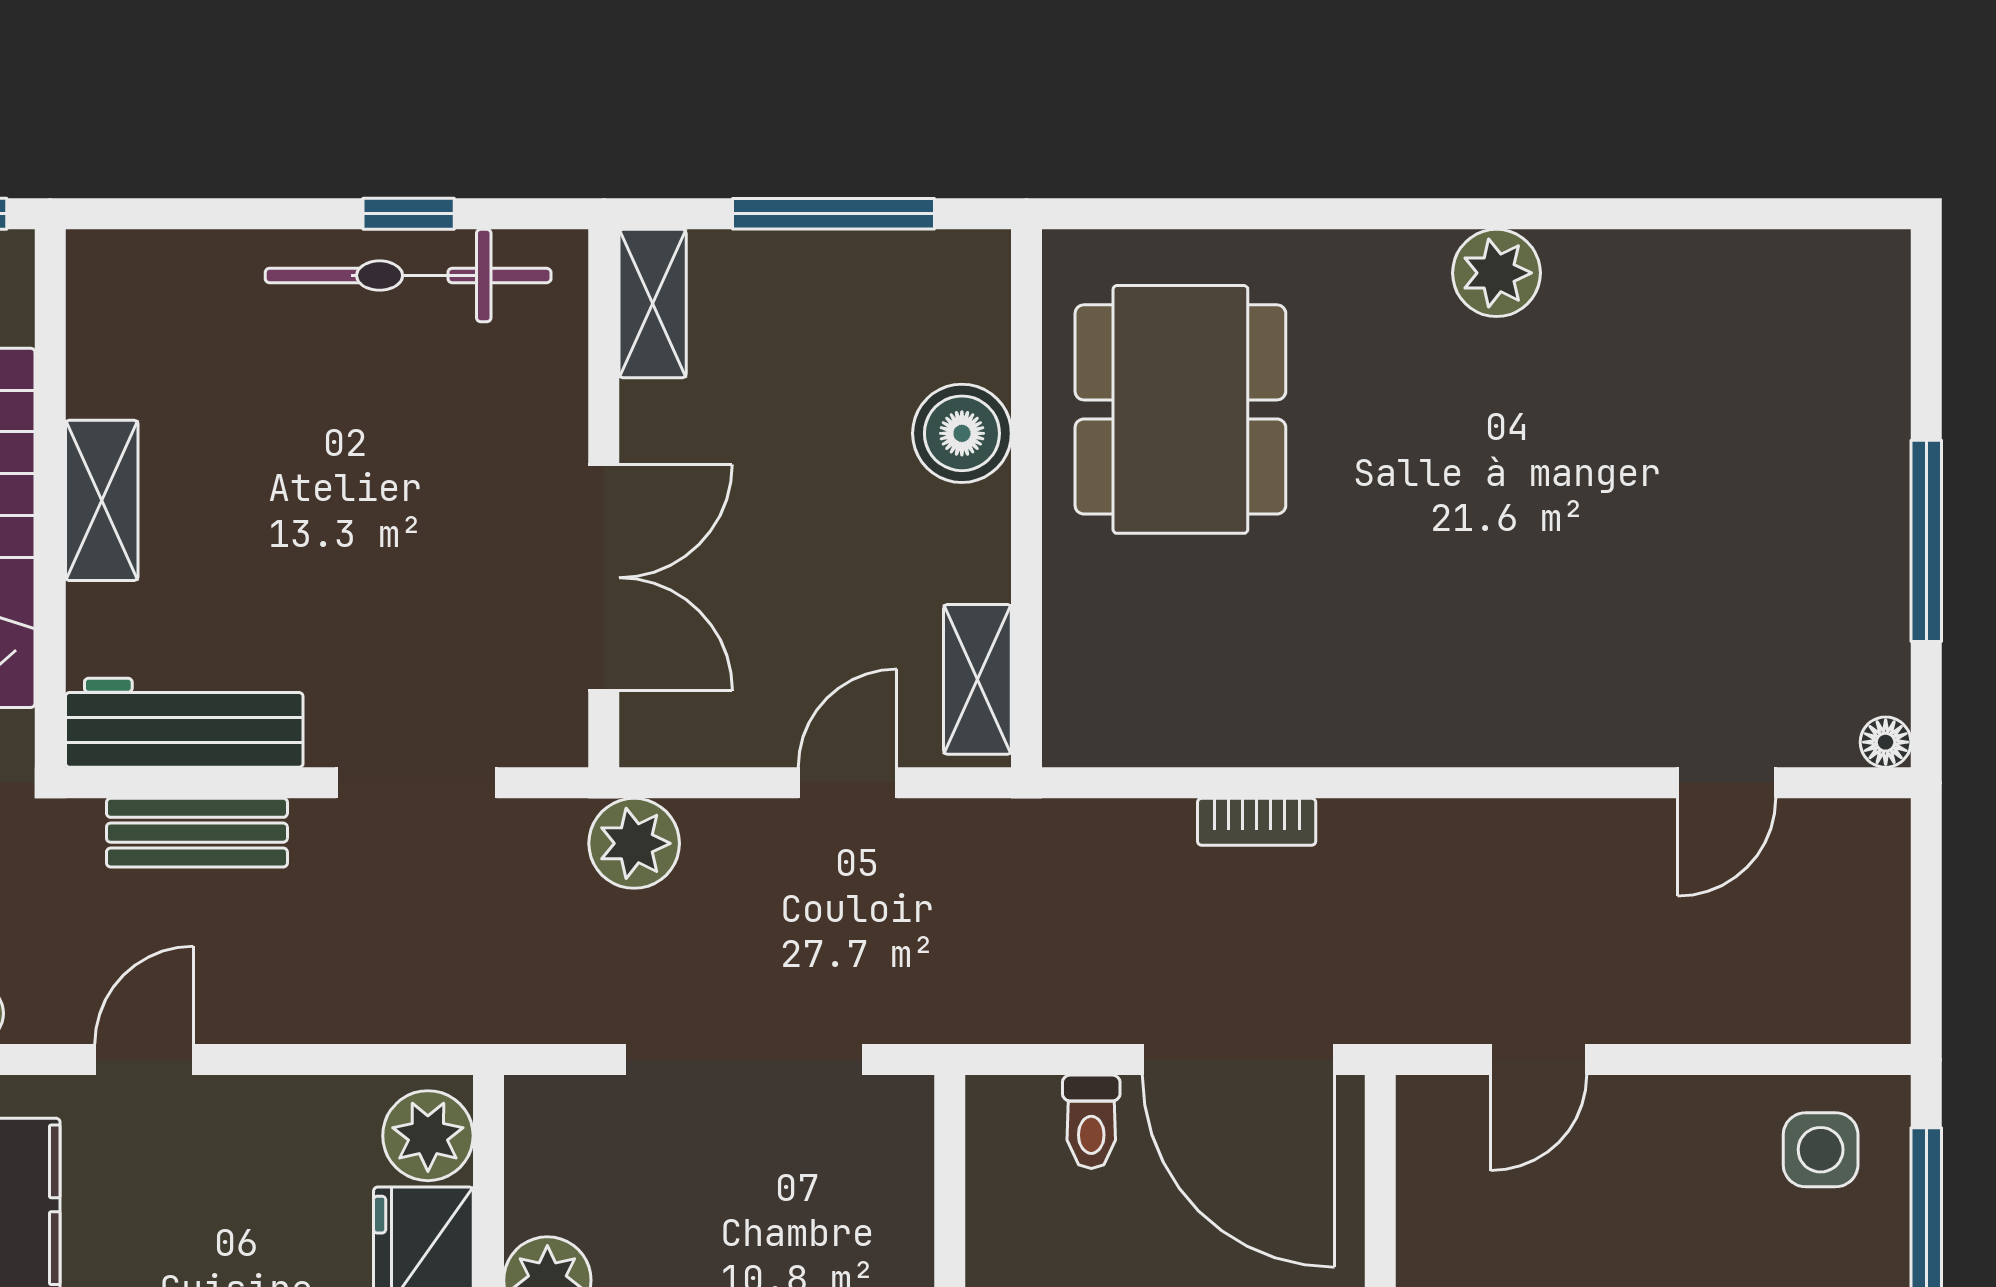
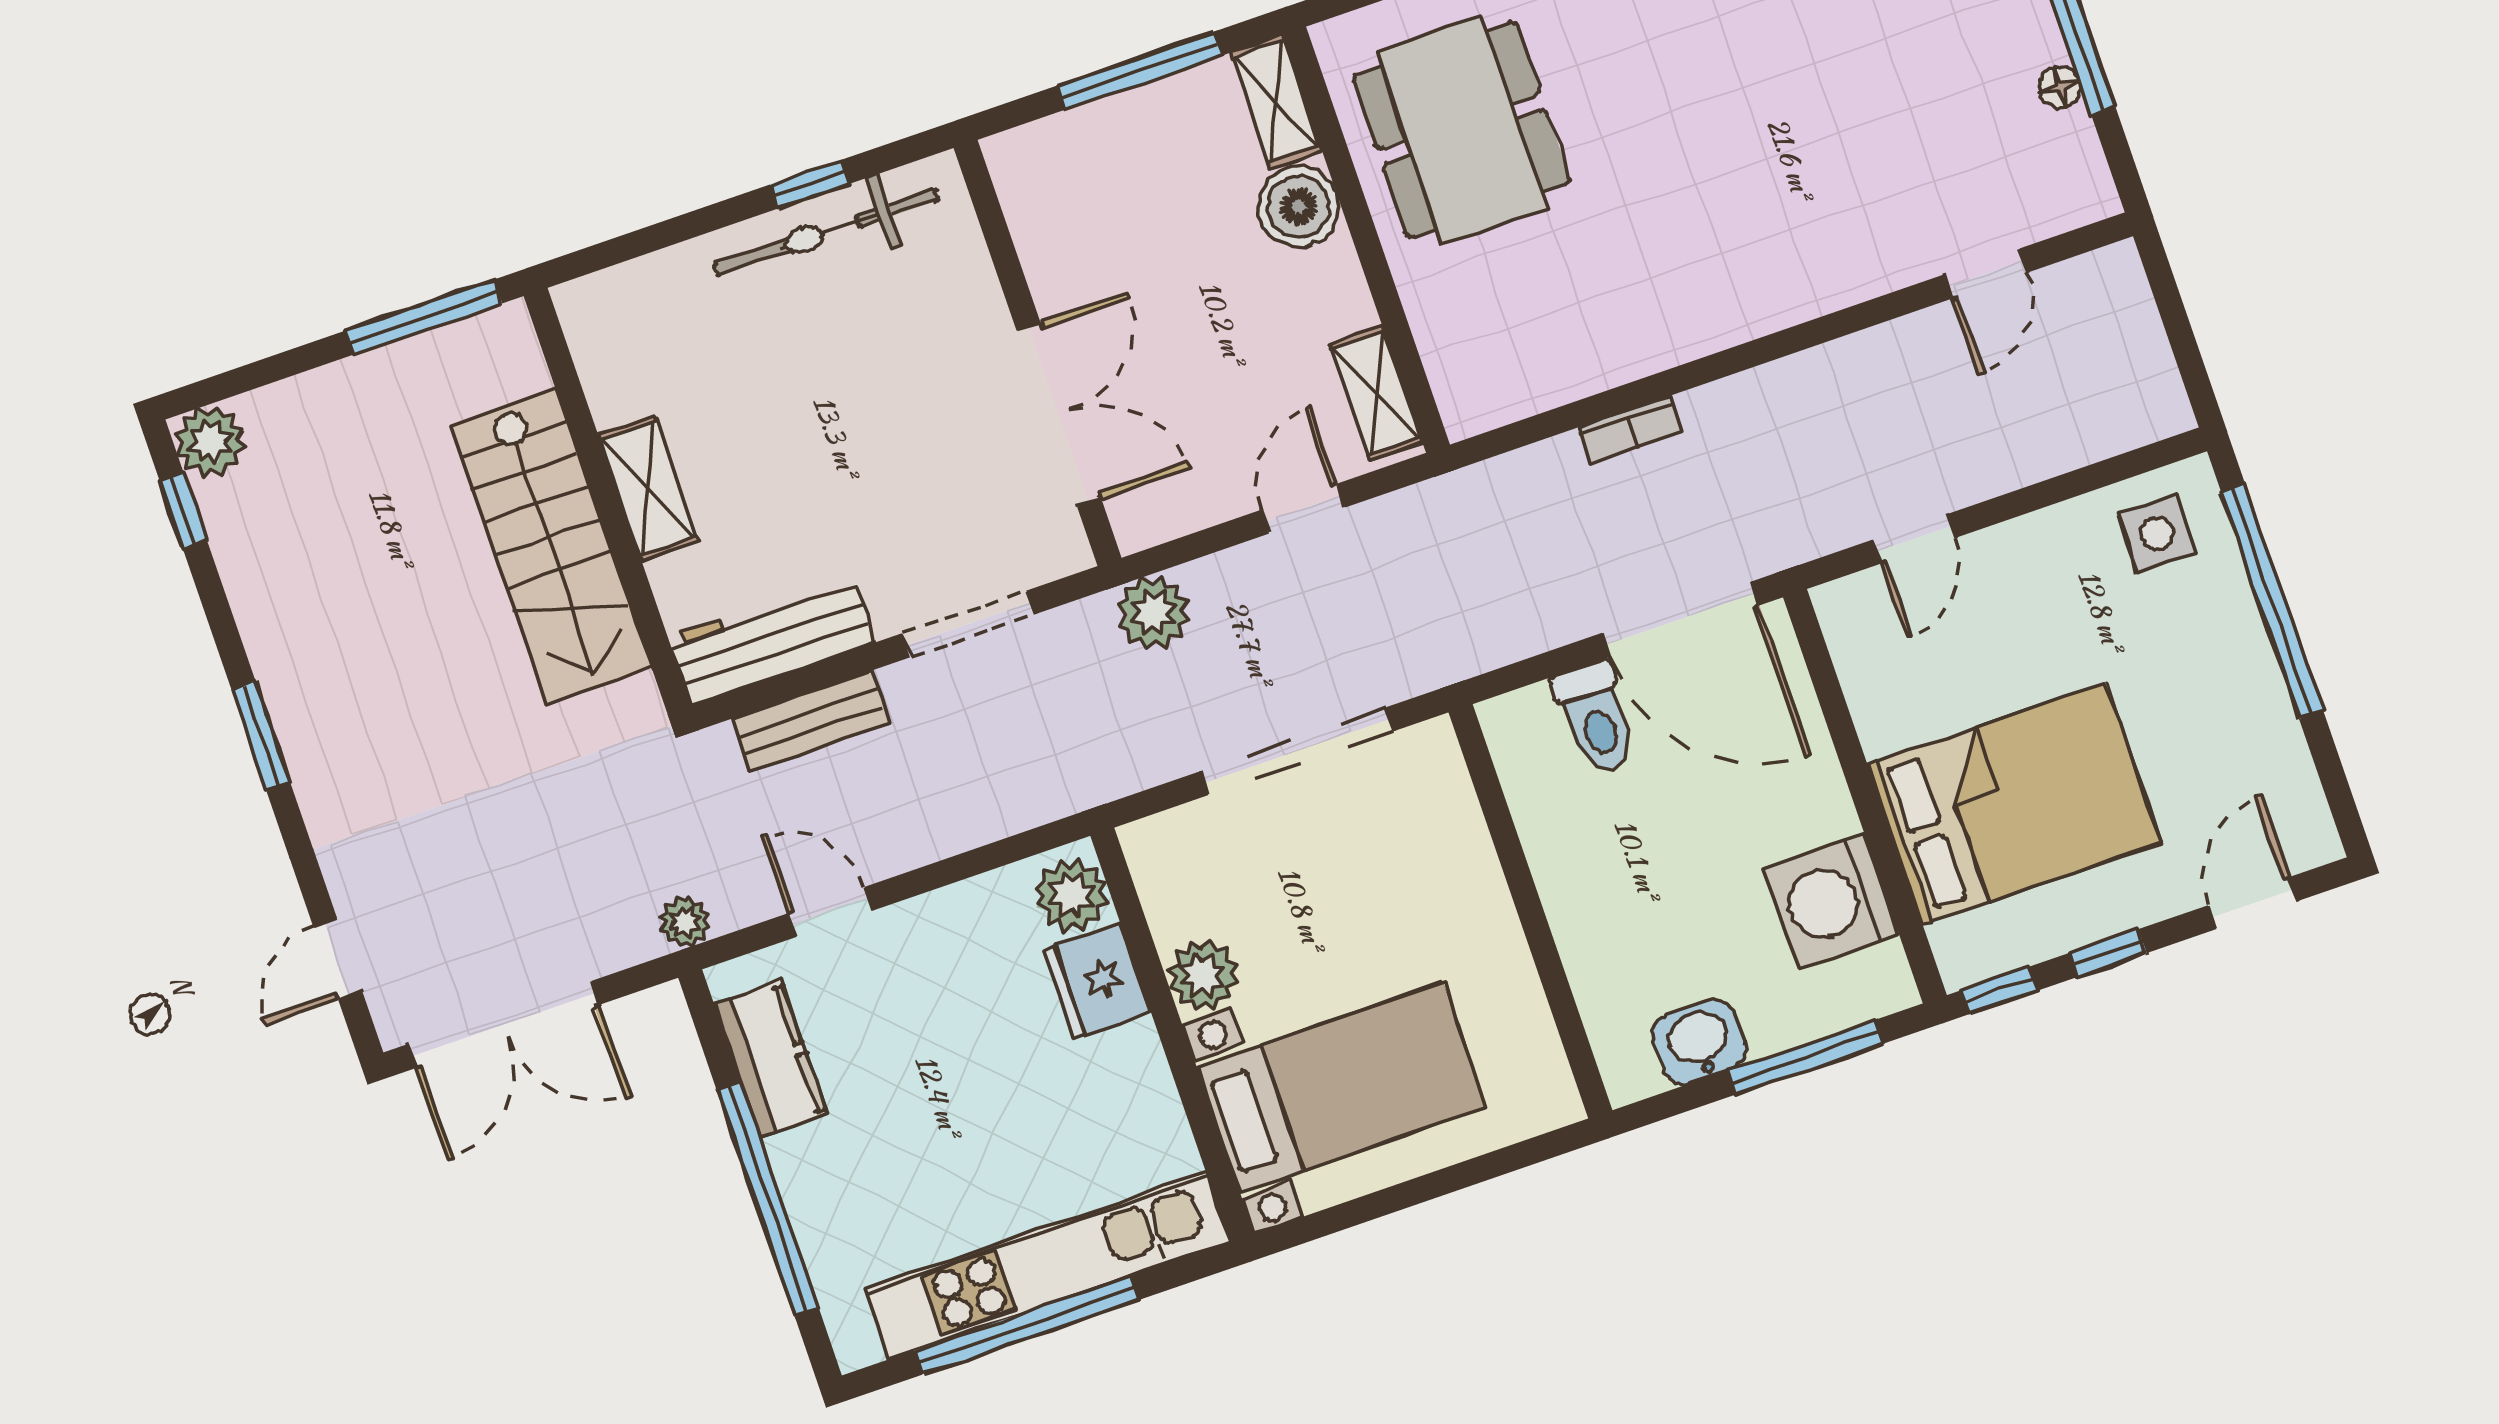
shelving: (653, 304) -> (1276, 102), moved
floor lamp: (1886, 742) -> (2060, 87), moved
door: (144, 1060) -> (831, 912), hinge flipped
toilet: (1091, 1122) -> (1596, 718), width x1.37, depth x1.39

